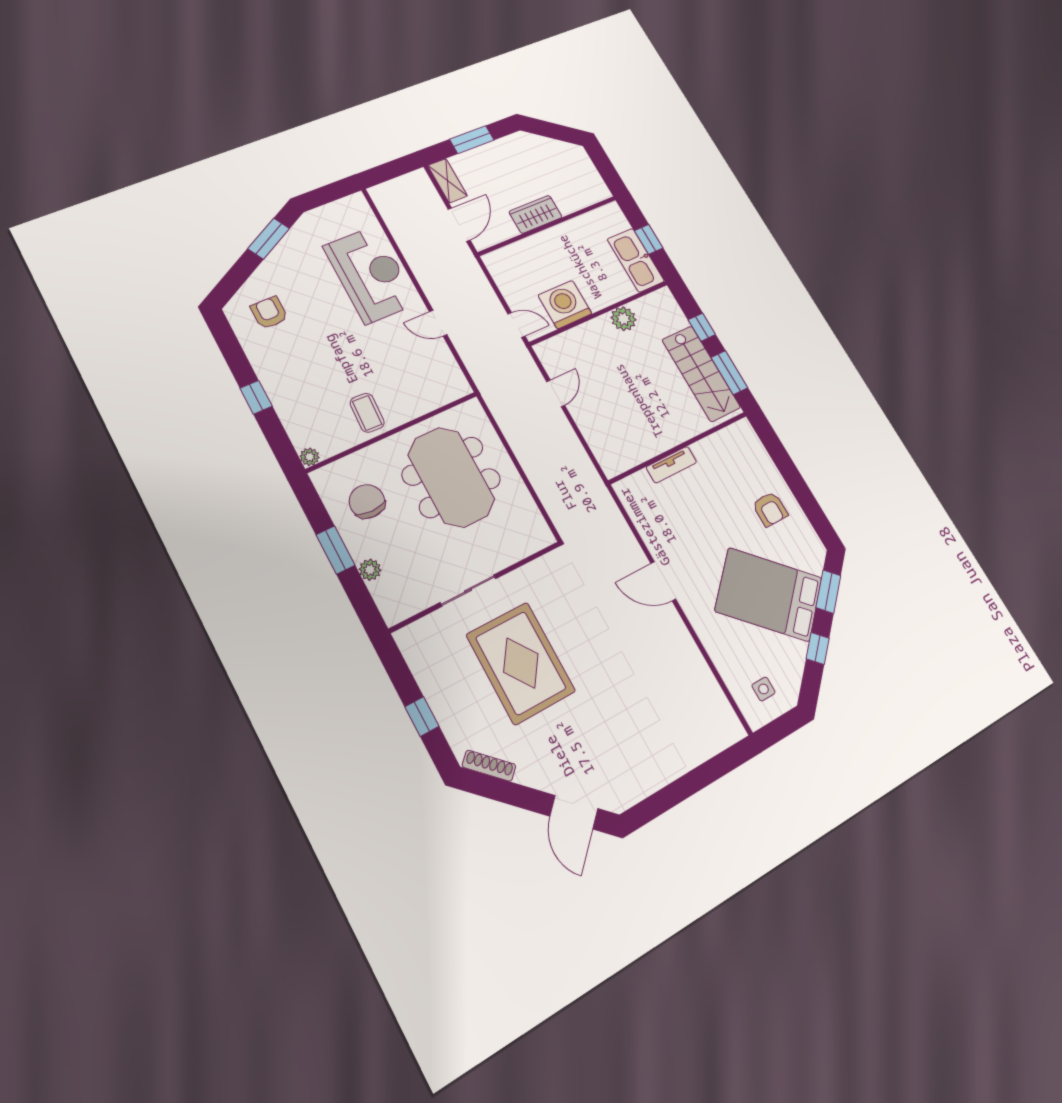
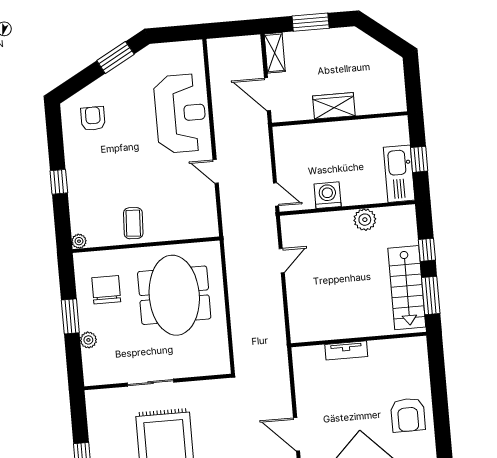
door: (459, 225) -> (267, 94), swing flipped
washing machine: (565, 304) -> (328, 195), width x0.73, depth x0.73
armchair: (770, 509) -> (408, 415), width x1.38, depth x1.38

